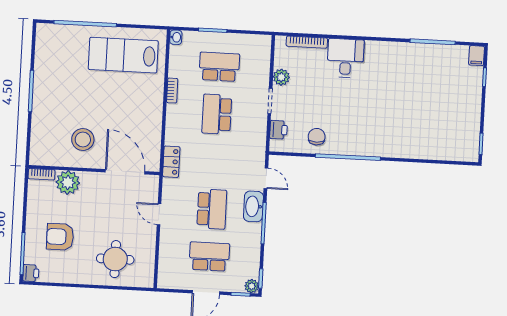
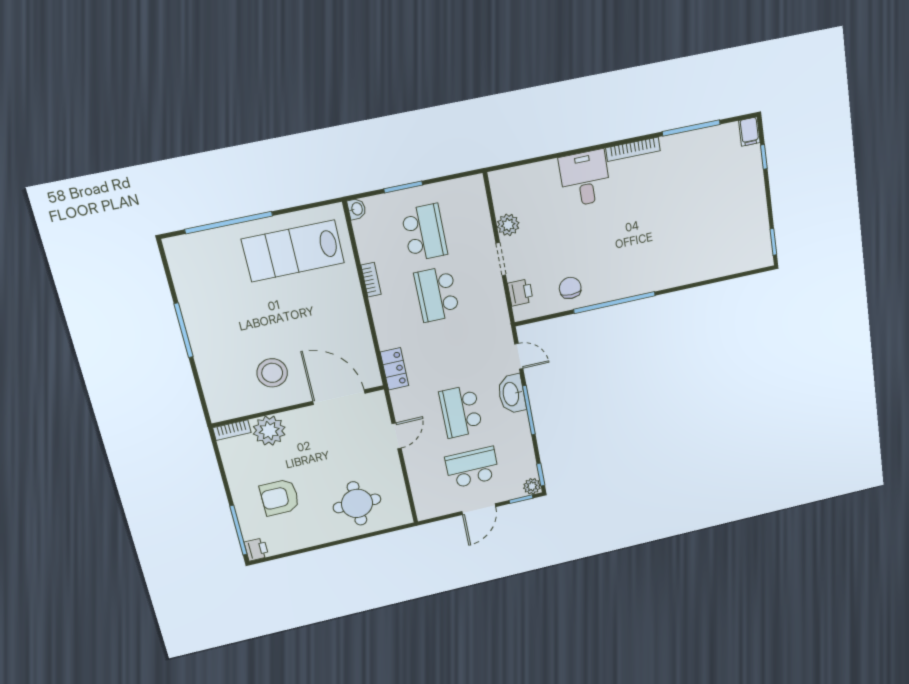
bookcase: (307, 42) -> (633, 149), moved
school desk: (219, 67) -> (424, 233), turned 90
school desk: (212, 209) -> (461, 411), turned 180
door: (159, 214) -> (397, 436), swing flipped

